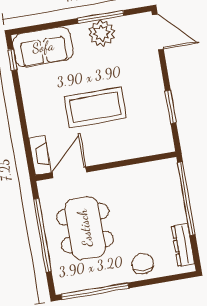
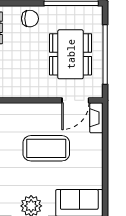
window: (12, 60) -> (105, 197), removed
chair: (143, 264) -> (30, 19), turned -90

